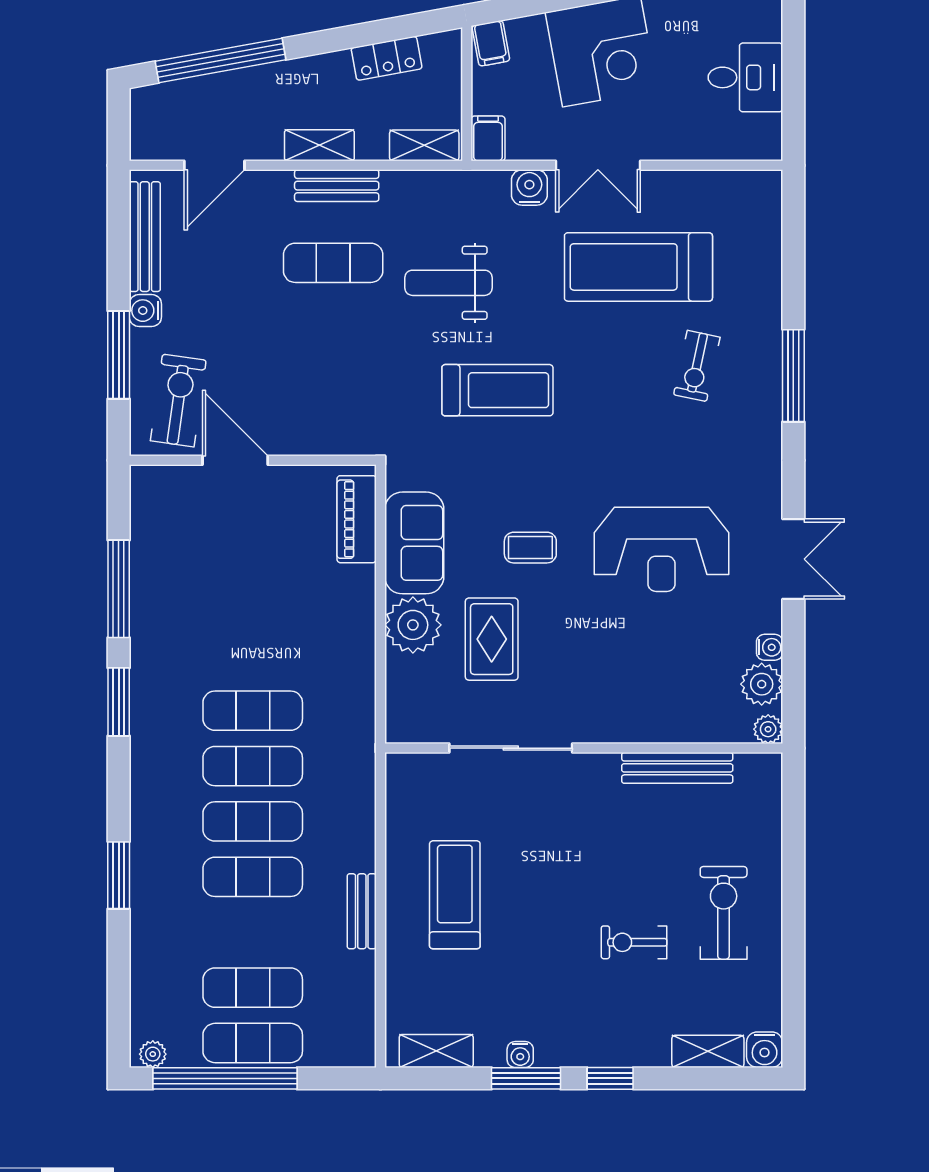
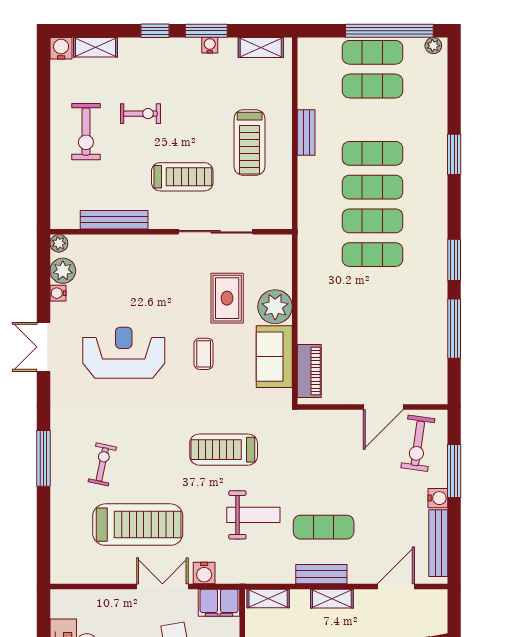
filing cabinet: (488, 138) -> (219, 603), width x2.00
door: (235, 460) -> (383, 407), hinge flipped
coffee table: (530, 548) -> (204, 354), turned 90
treadmill: (565, 838) -> (182, 177), added

